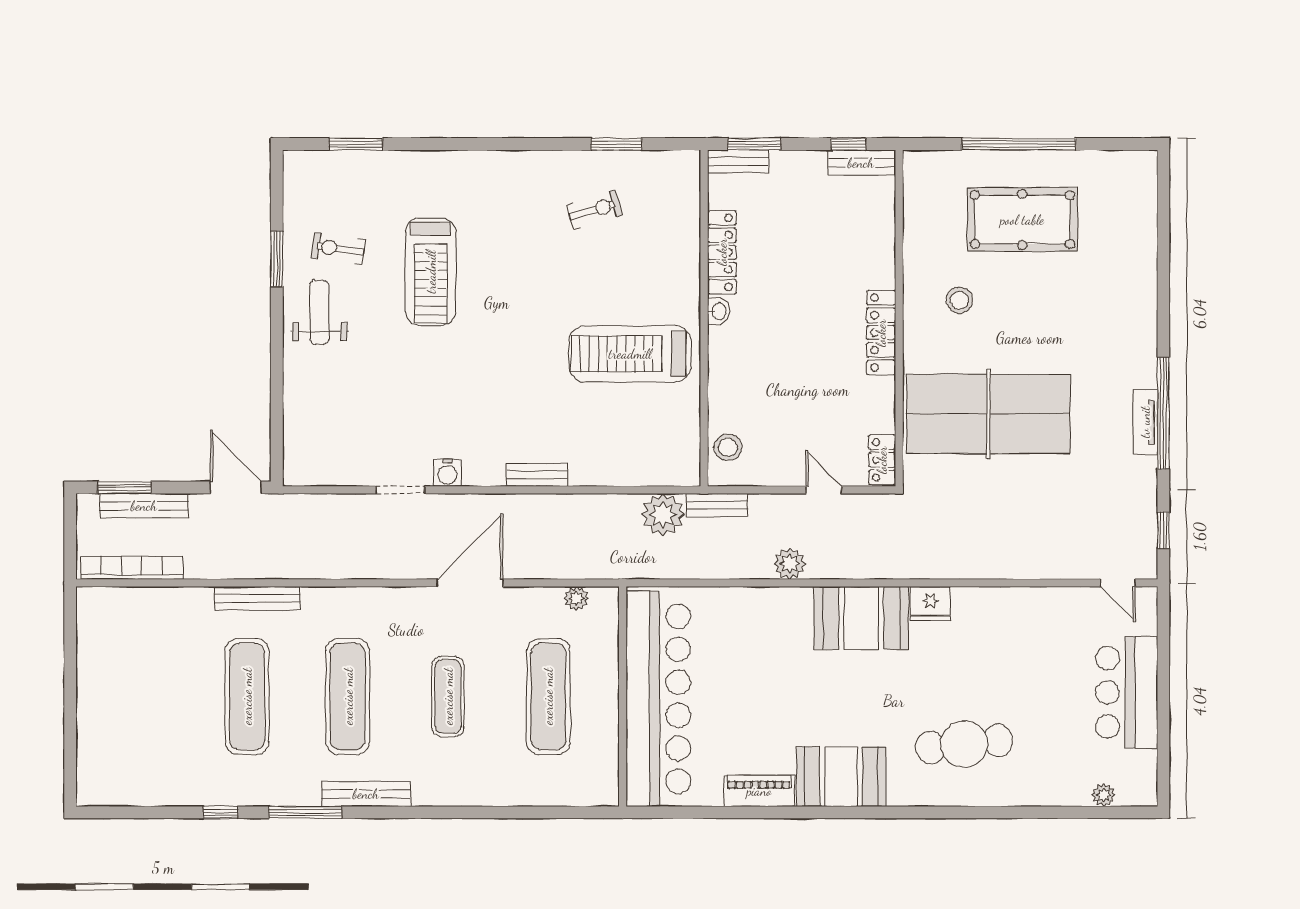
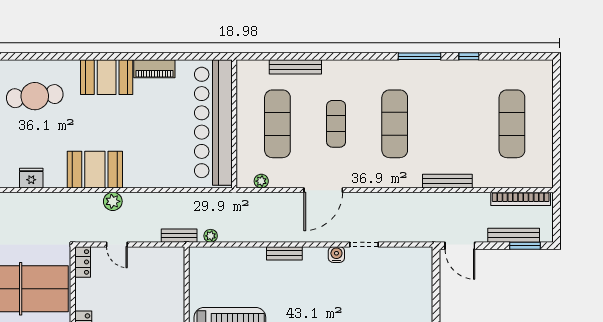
stool: (728, 447) -> (173, 269), removed
plant: (663, 515) -> (211, 236), width x0.53, depth x0.53
plant: (790, 564) -> (113, 201), moved
fridge: (930, 604) -> (31, 178), moved
exercise mat: (247, 696) -> (512, 124), moved
bench: (366, 794) -> (295, 67), moved

